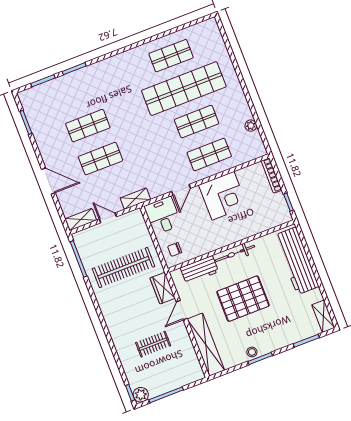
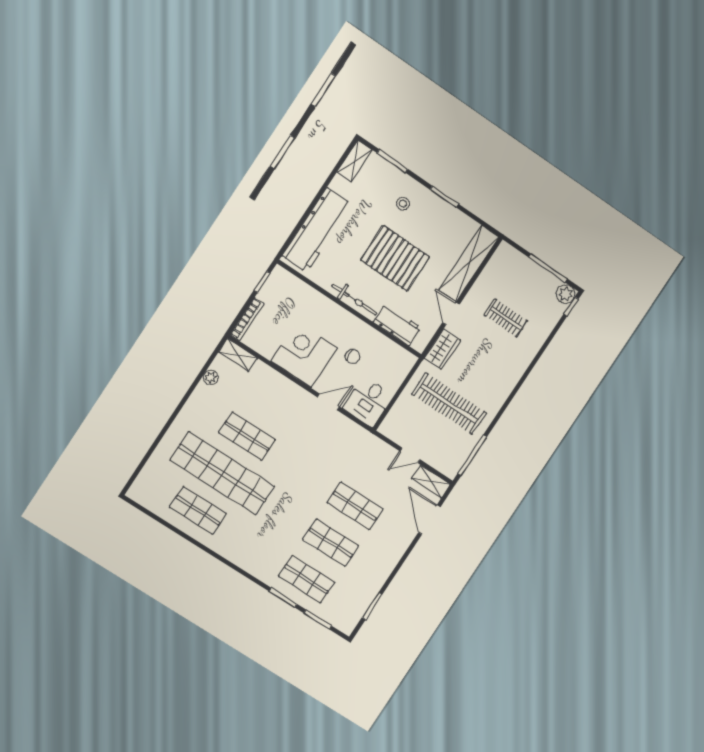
shop shelf: (209, 155) -> (306, 579), moved
door: (48, 181) -> (429, 520), moved
shelving: (135, 199) -> (238, 355), moved
door: (108, 218) -> (410, 455), hinge flipped
chair: (175, 249) -> (353, 356), moved
door: (182, 310) -> (451, 313), swing flipped
stool: (252, 352) -> (403, 204), moved

